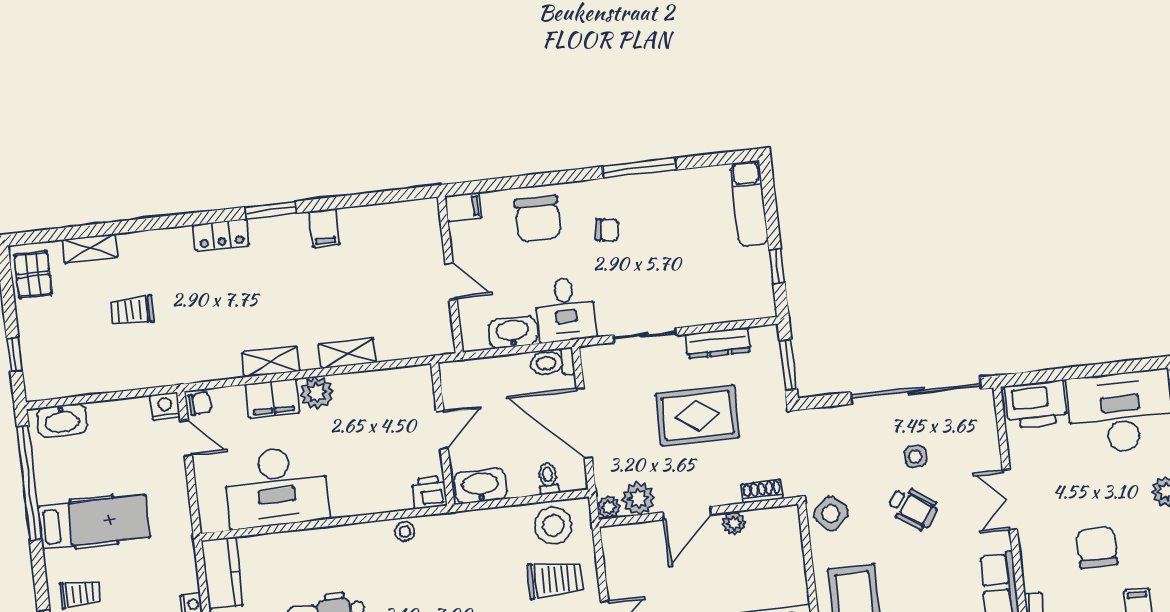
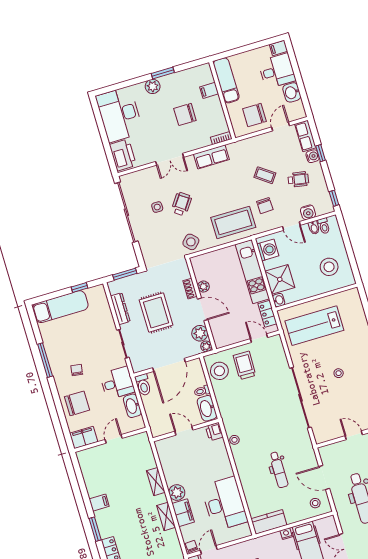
exam couch: (749, 203) -> (60, 307), width x1.36, depth x1.45
filing cabinet: (463, 207) -> (84, 437), width x2.00
toilet: (548, 479) -> (202, 391), moved
shoe rack: (762, 491) -> (190, 289), moved

